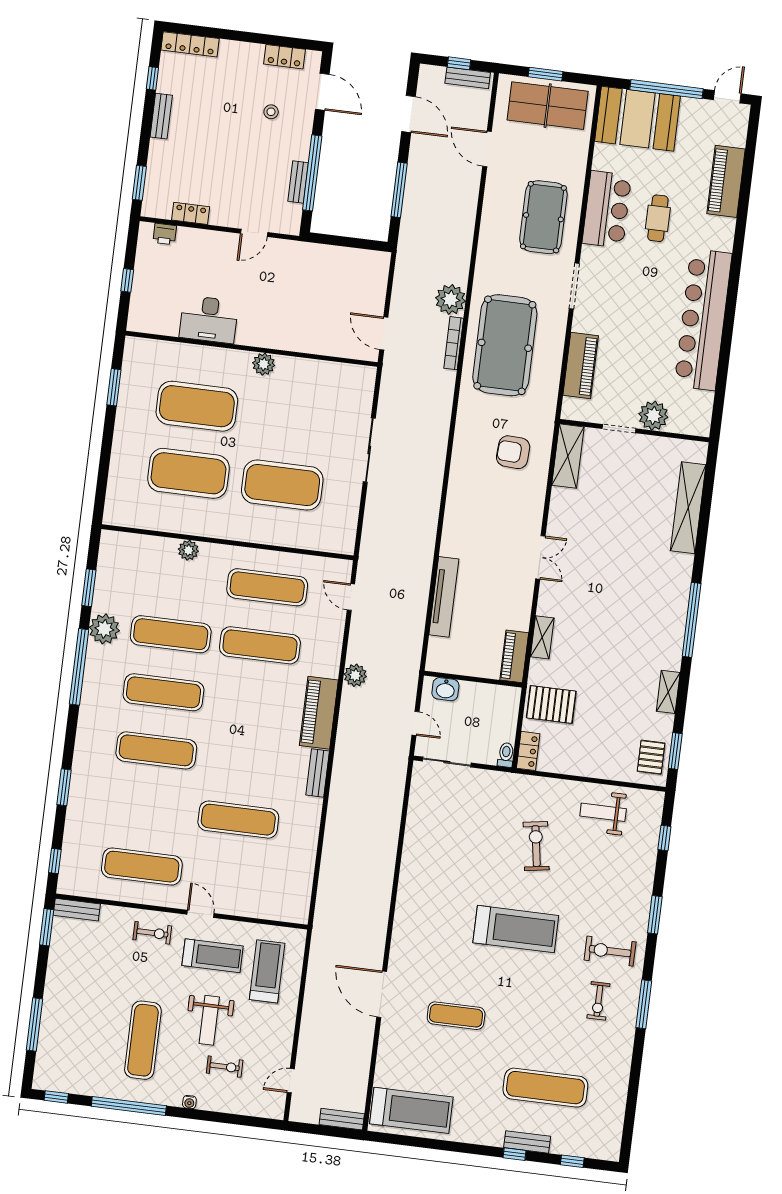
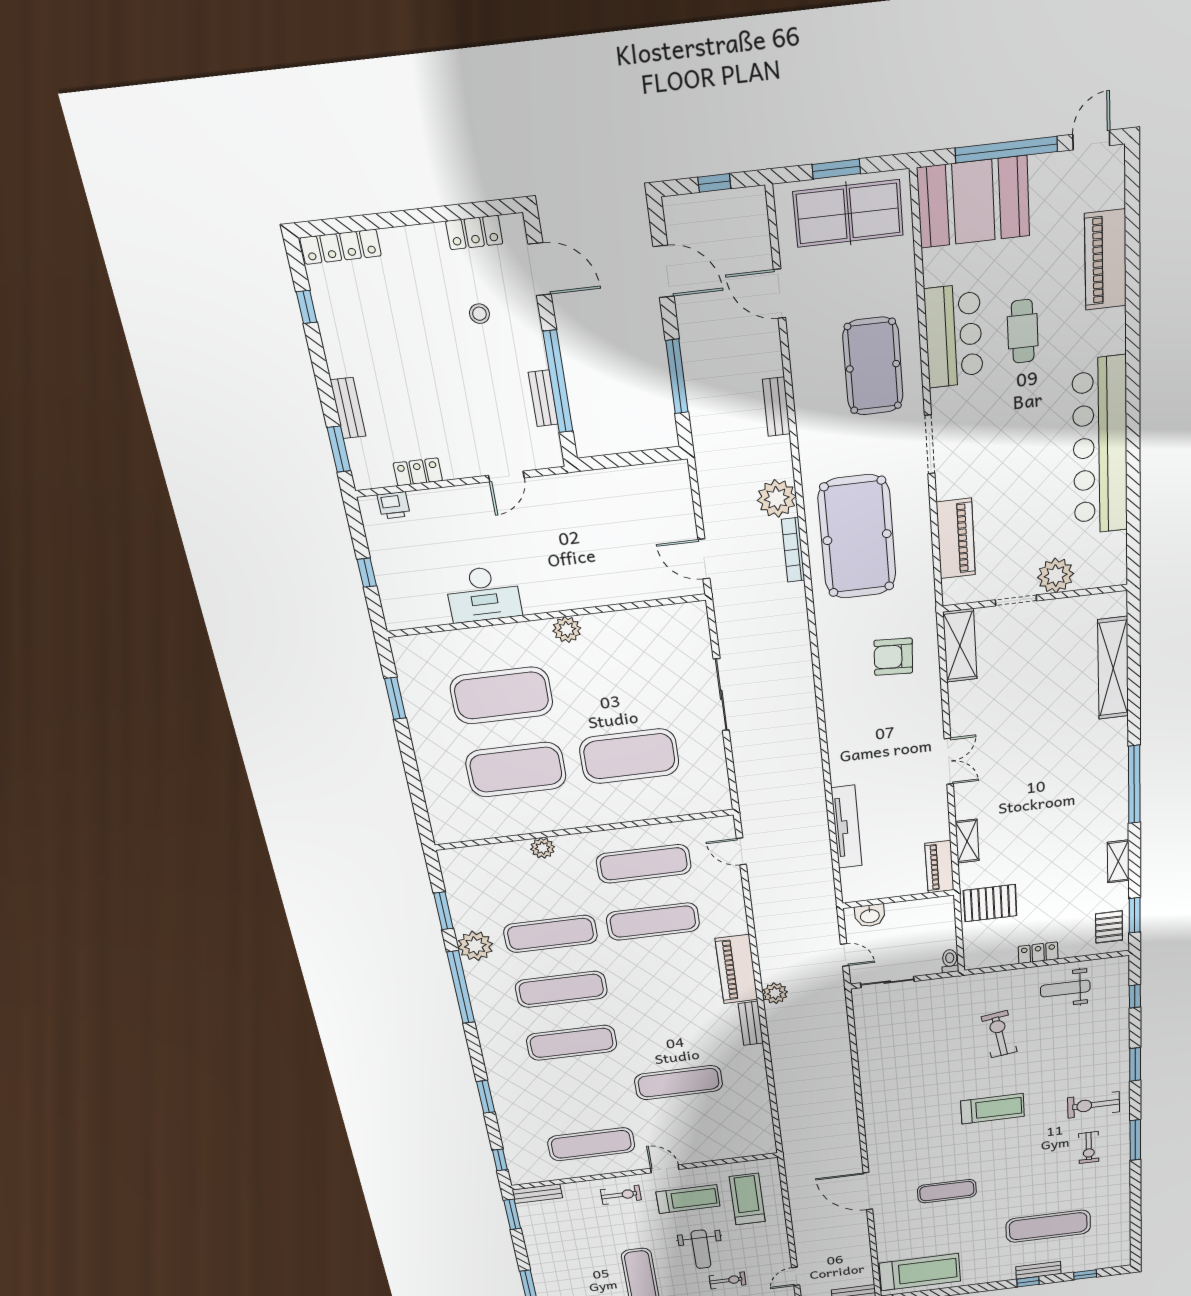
bench: (468, 78) -> (776, 407), moved, turned 90
bench: (161, 116) -> (348, 408), moved
plant: (355, 675) -> (775, 993), moved
locker: (528, 751) -> (1038, 953), moved, turned -90
treadmill: (516, 929) -> (993, 1109), width x0.73, depth x0.73

